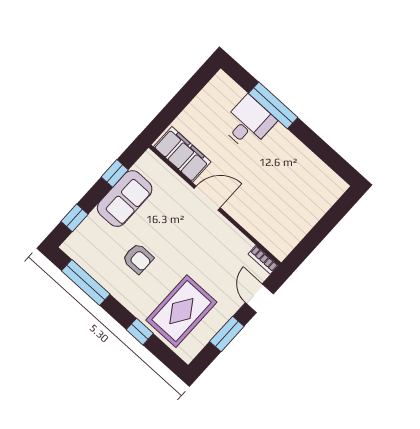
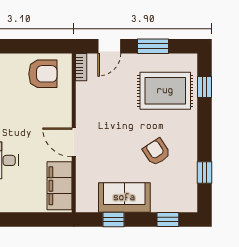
armchair: (286, 224) -> (43, 74), added
armchair: (138, 259) -> (157, 152), turned -33
window: (86, 283) -> (204, 172), width x0.46
window: (140, 332) -> (204, 87), moved

